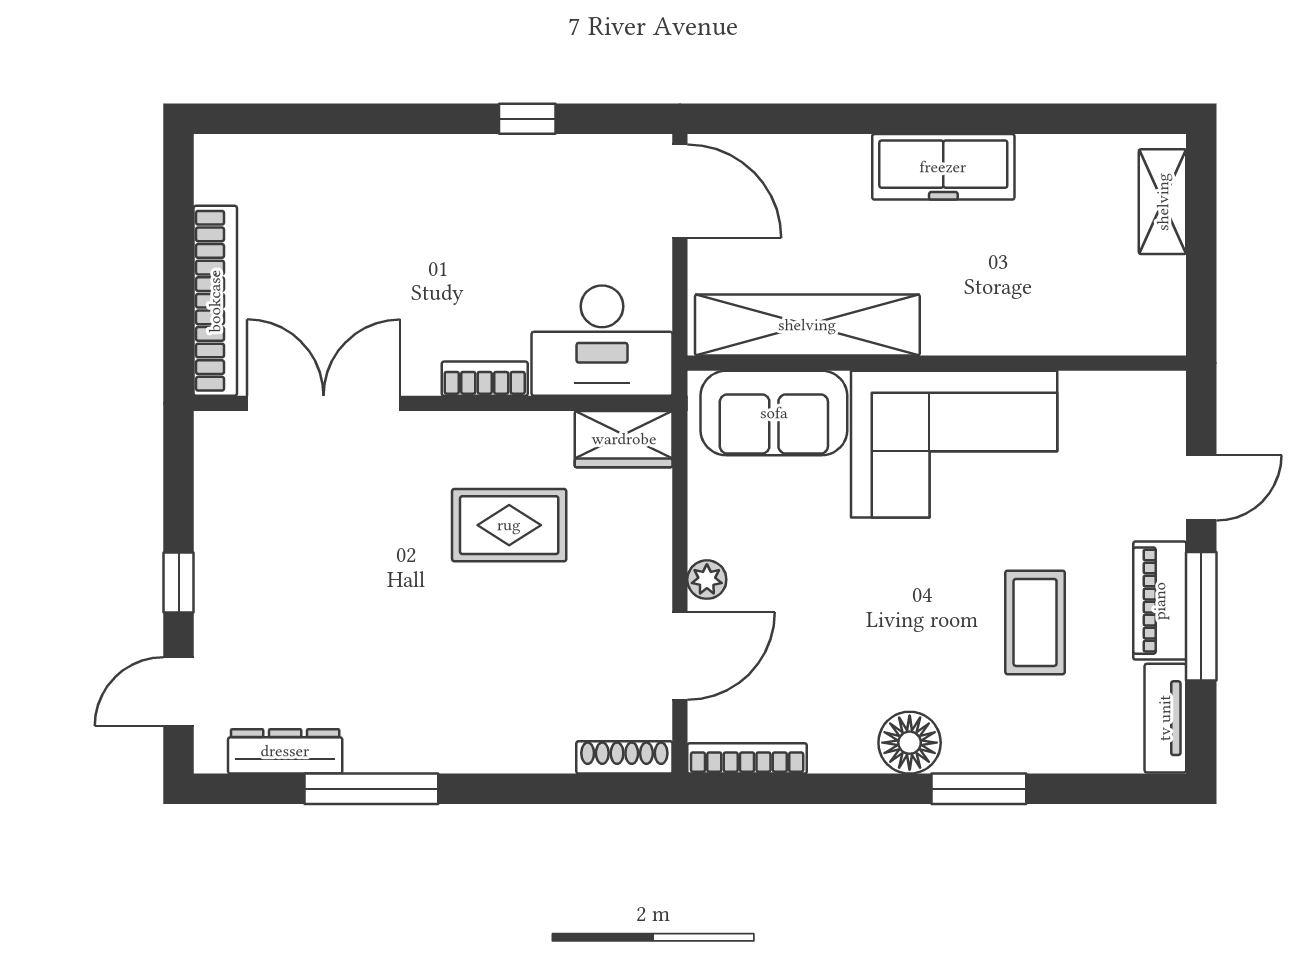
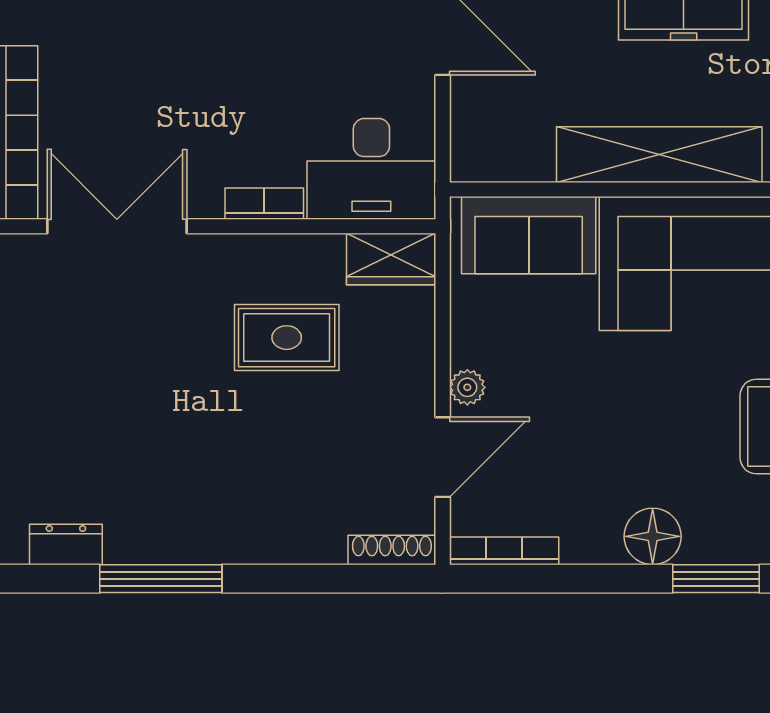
shelving: (807, 325) -> (659, 155), moved
dresser: (285, 751) -> (66, 544), width x0.70

